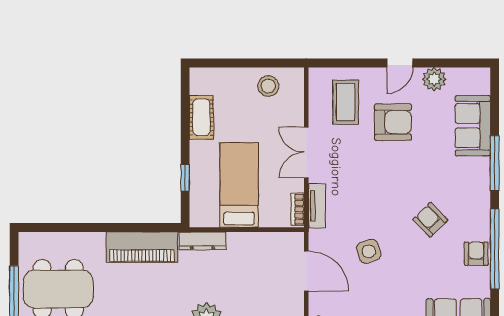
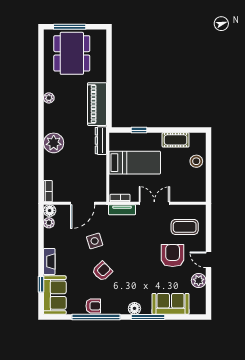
stool: (268, 86) -> (196, 161), moved
armchair: (393, 122) -> (173, 256), turned 180
floor lamp: (480, 185) -> (134, 308), added
armchair: (430, 220) -> (102, 271), moved

